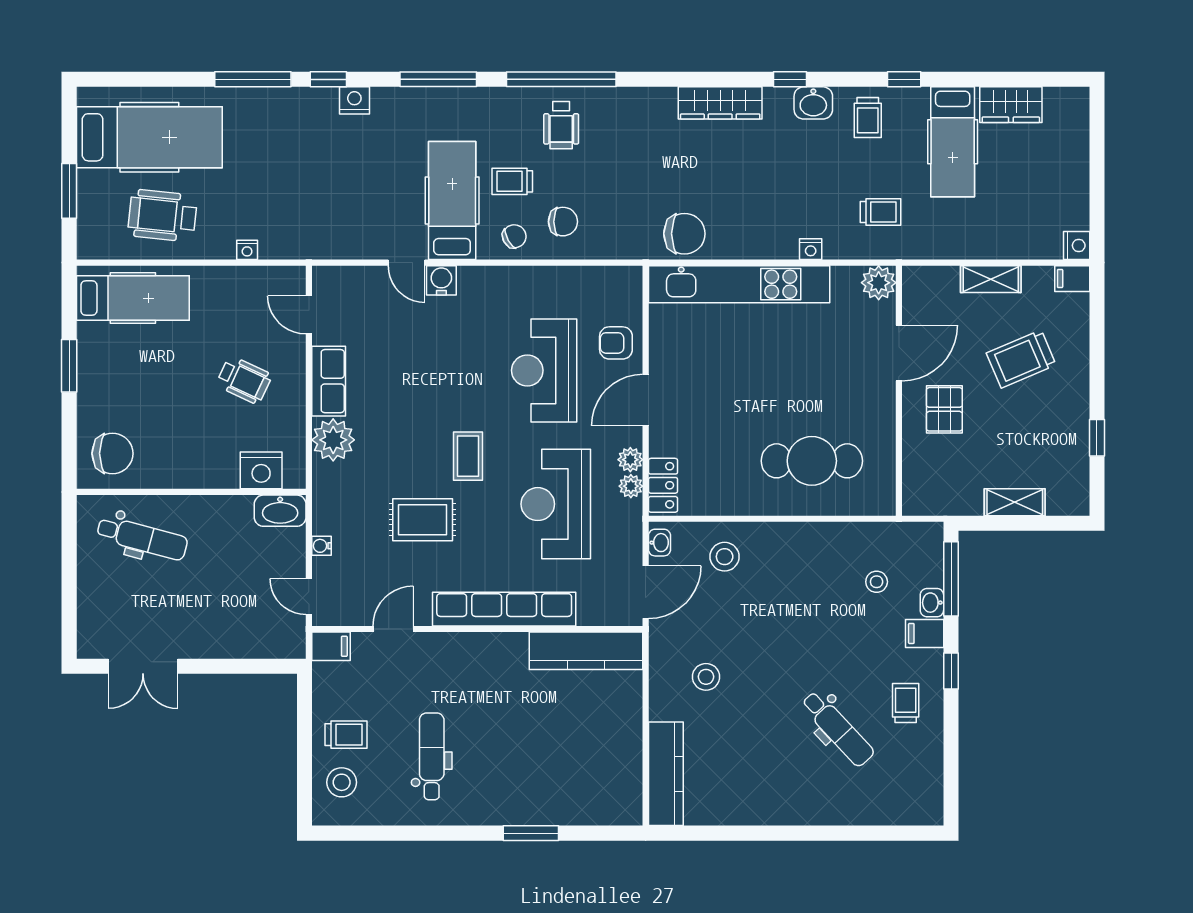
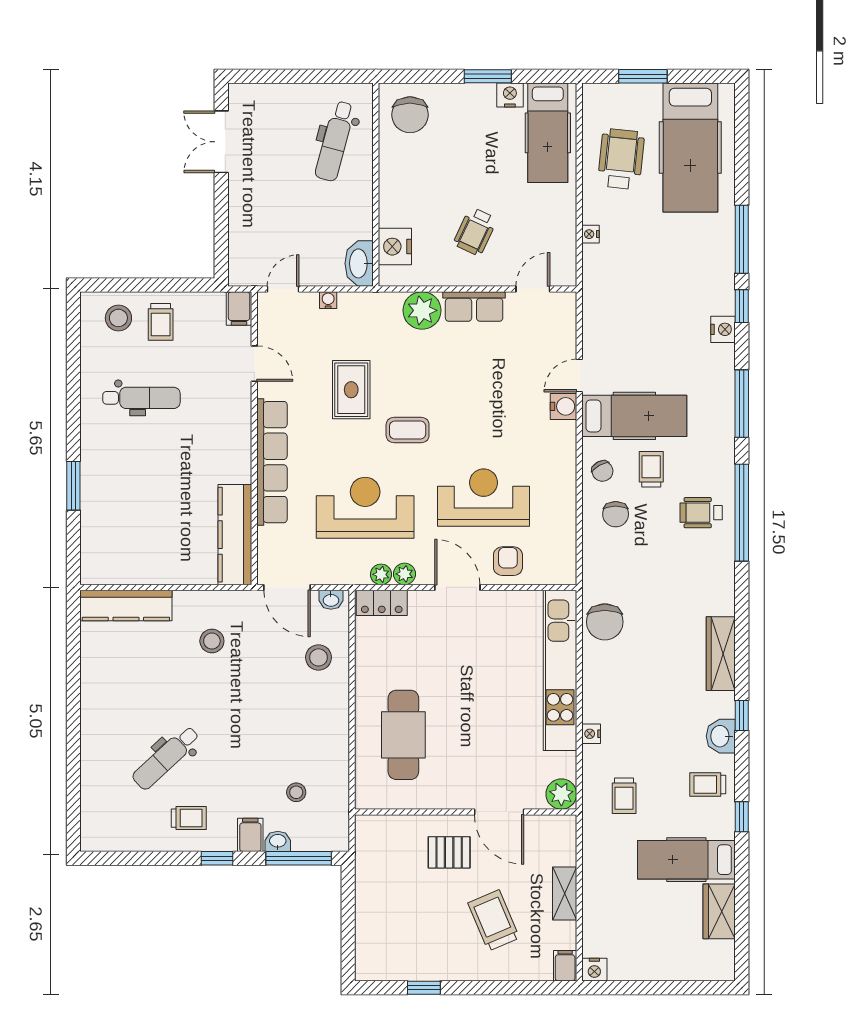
nightstand: (90, 341) -> (510, 95), added
shelving: (1015, 502) -> (367, 915), removed

